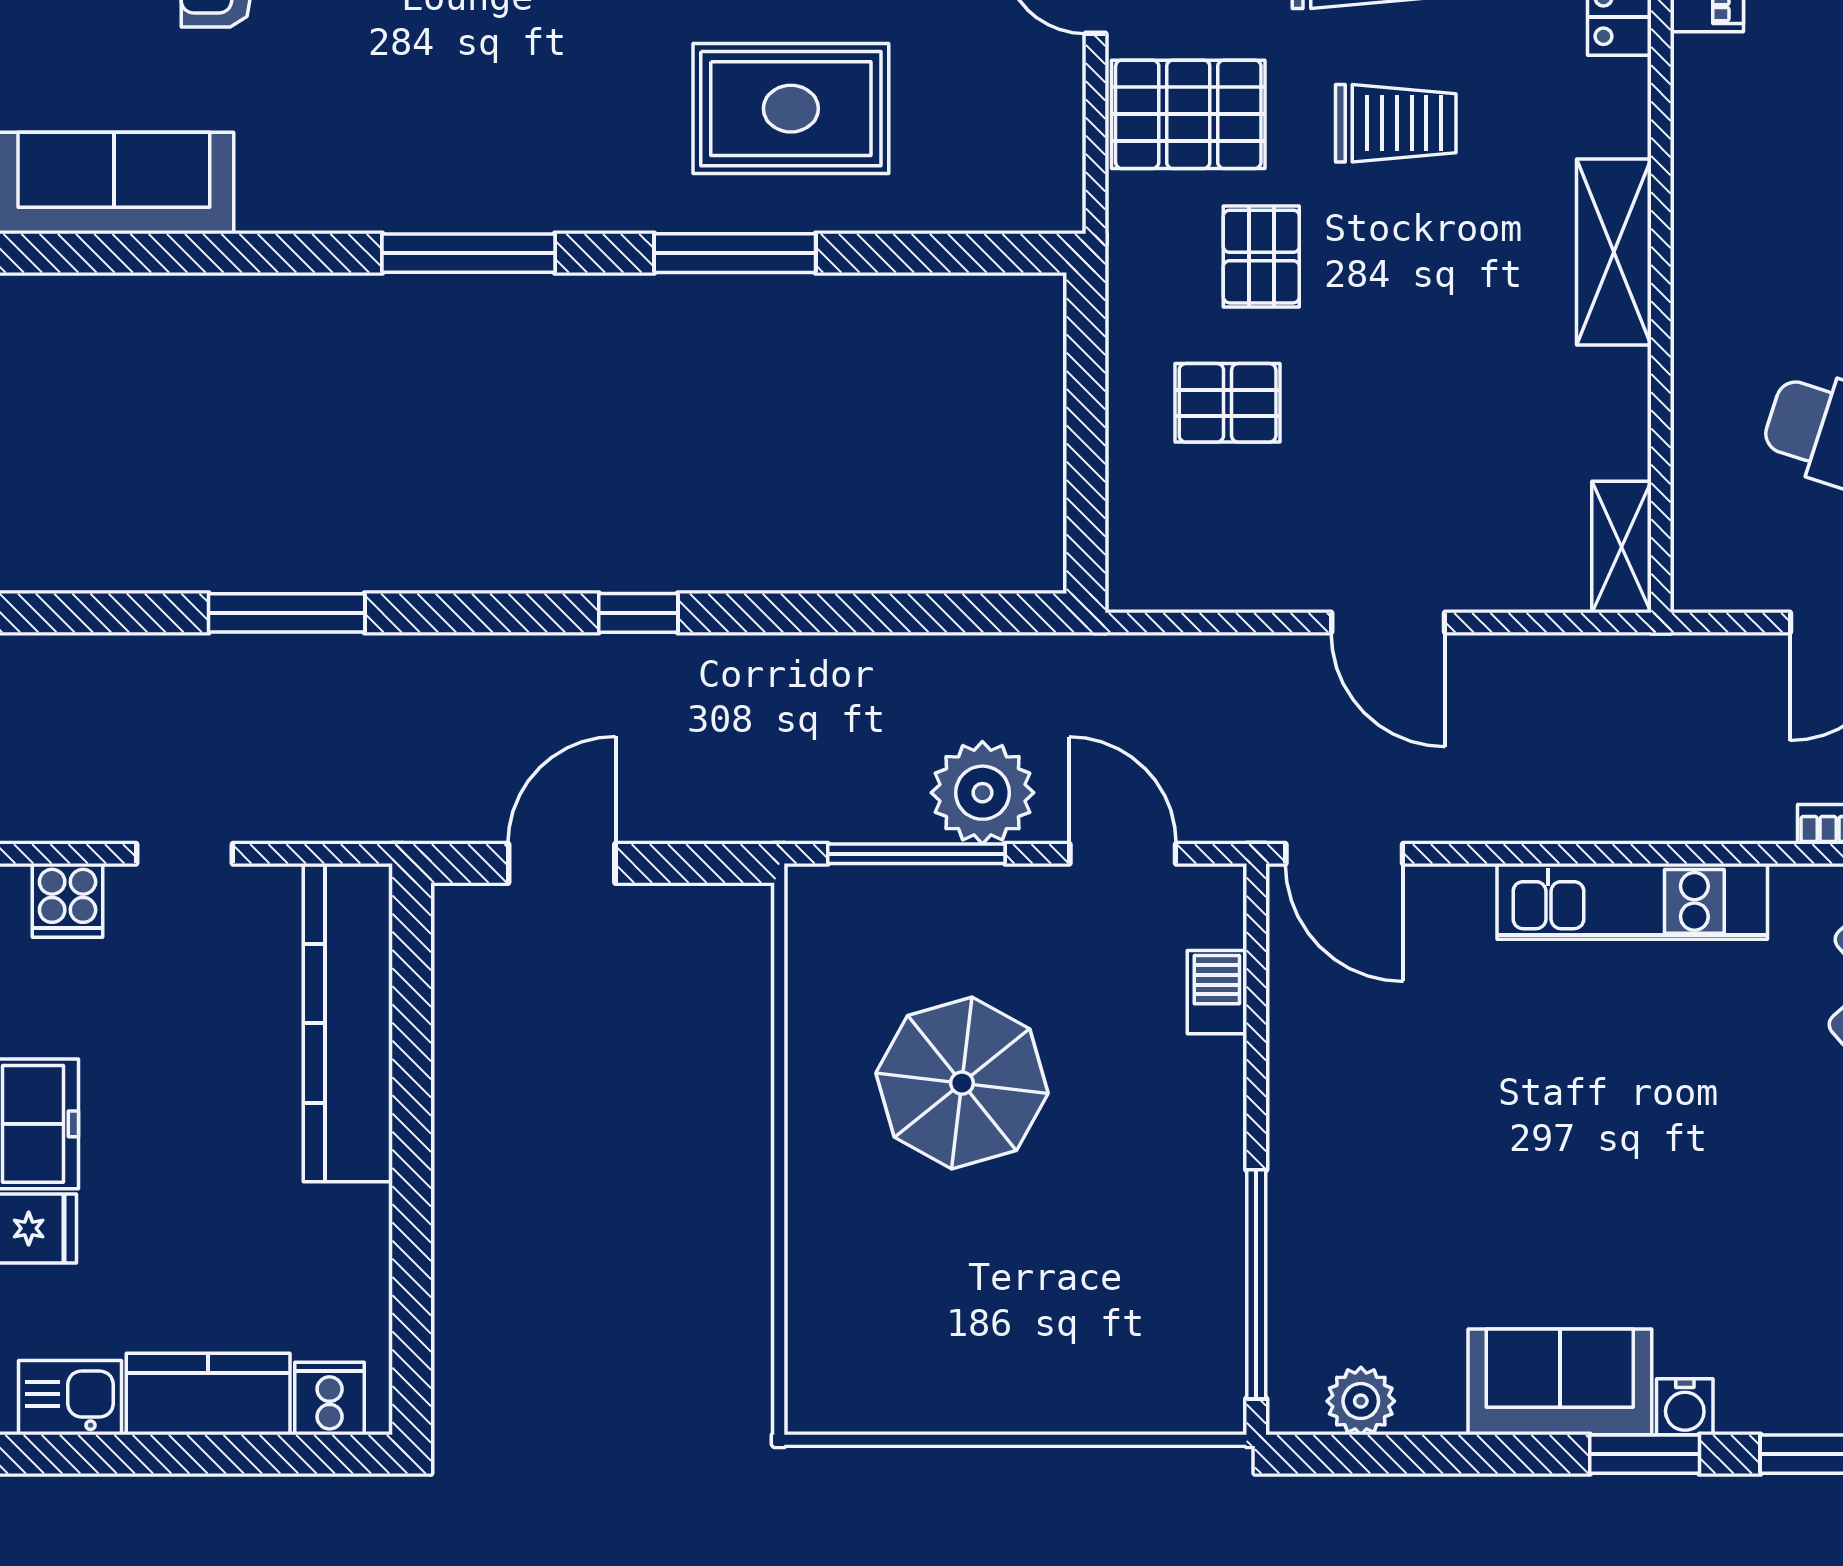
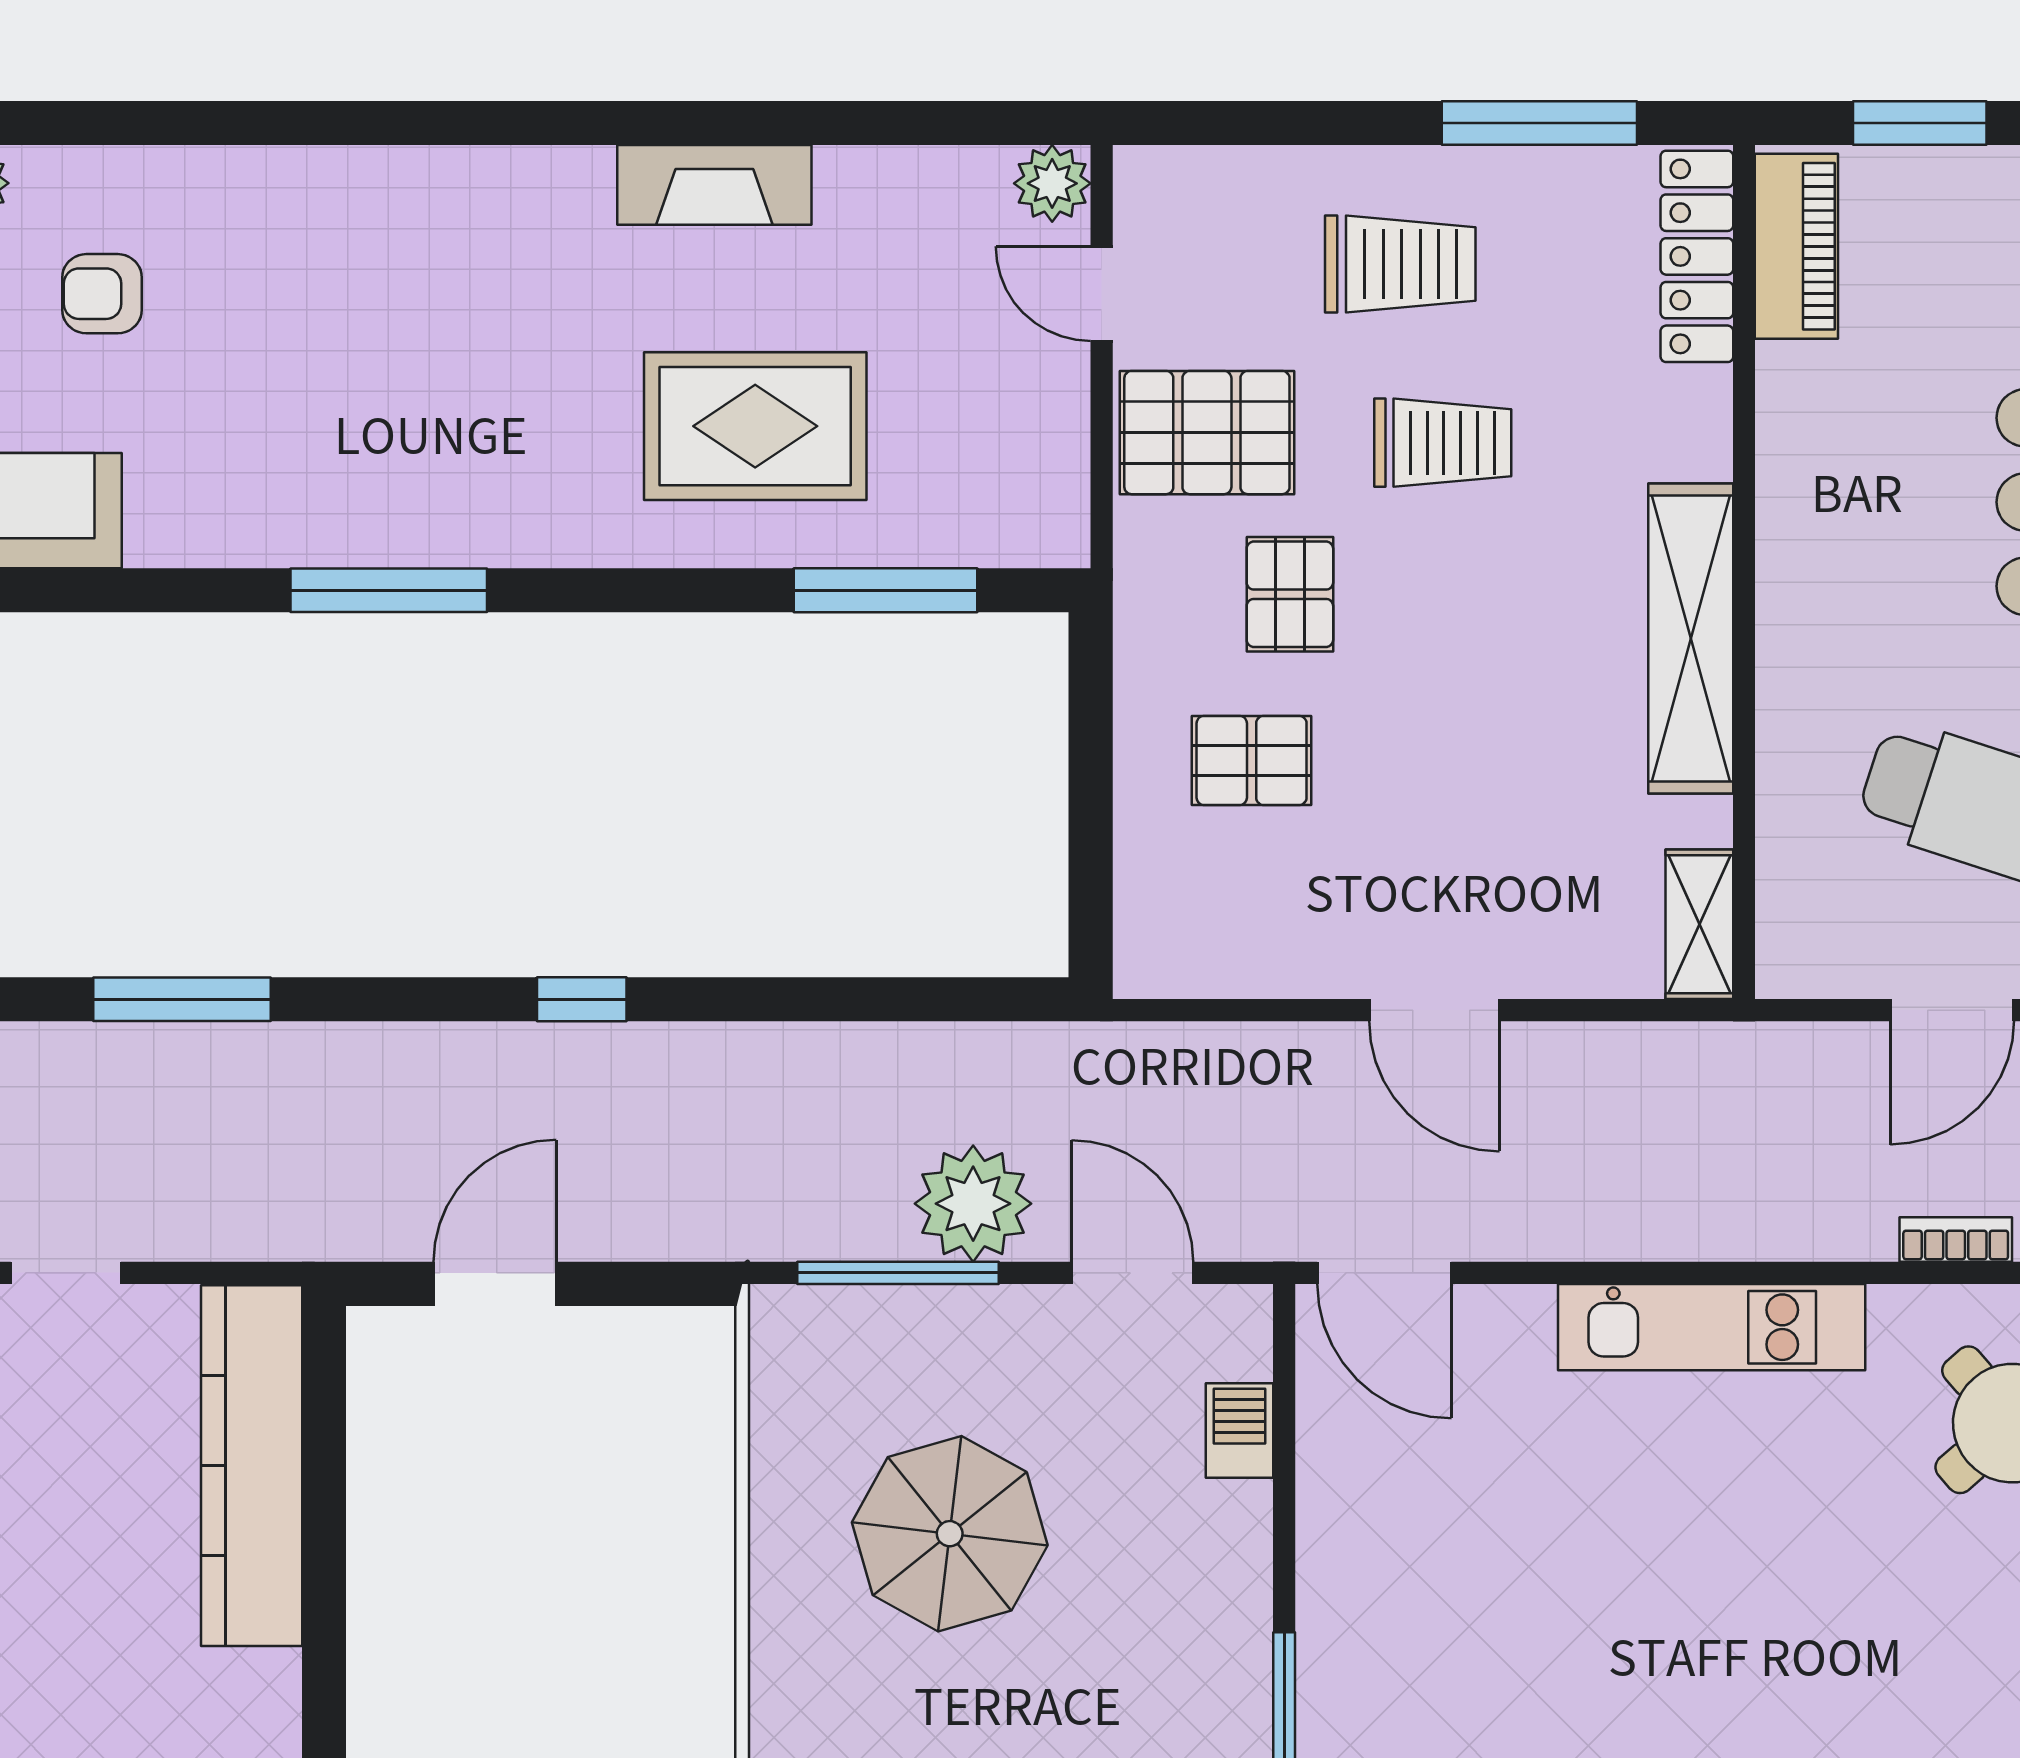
shelving: (1614, 252) -> (1691, 639), width x1.47
window: (735, 253) -> (886, 590), moved

